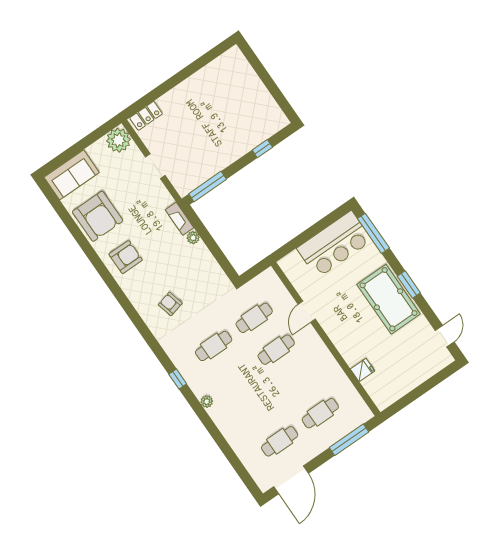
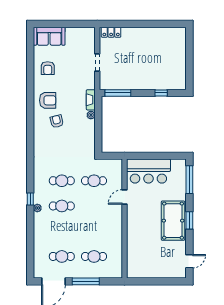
plant: (118, 140) -> (87, 35), removed
armchair: (98, 216) -> (48, 68), width x0.53, depth x0.53
bar counter: (334, 244) -> (148, 171), moved
armchair: (170, 304) -> (57, 121), moved
cafe table: (276, 350) -> (62, 206), moved
fridge: (363, 370) -> (133, 249), removed
window: (178, 379) -> (30, 199), moved
window: (349, 440) -> (86, 281), moved

